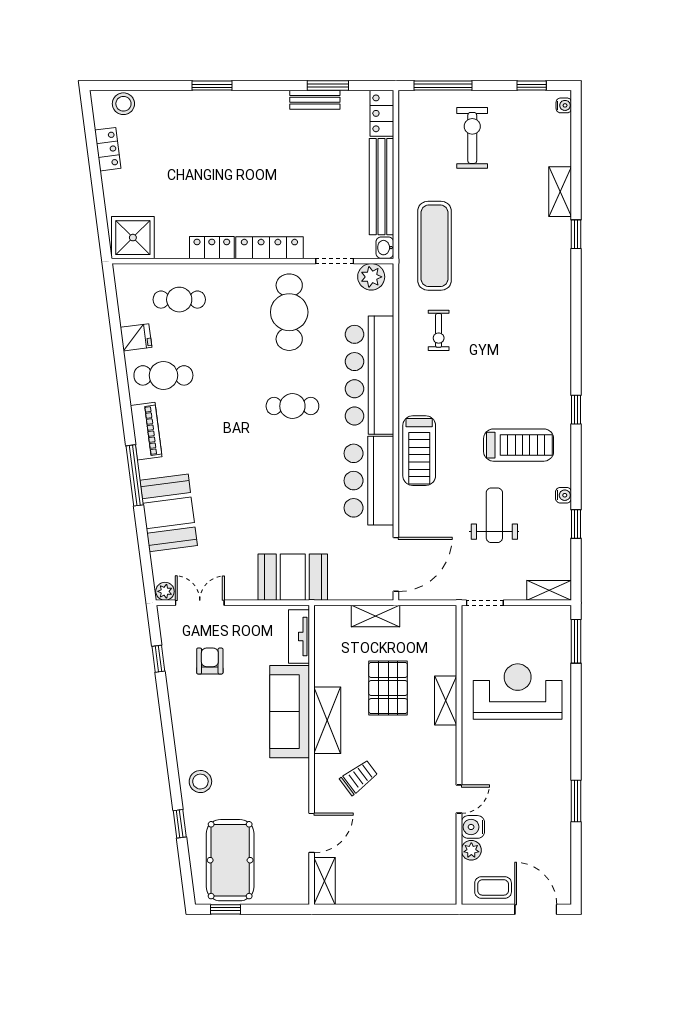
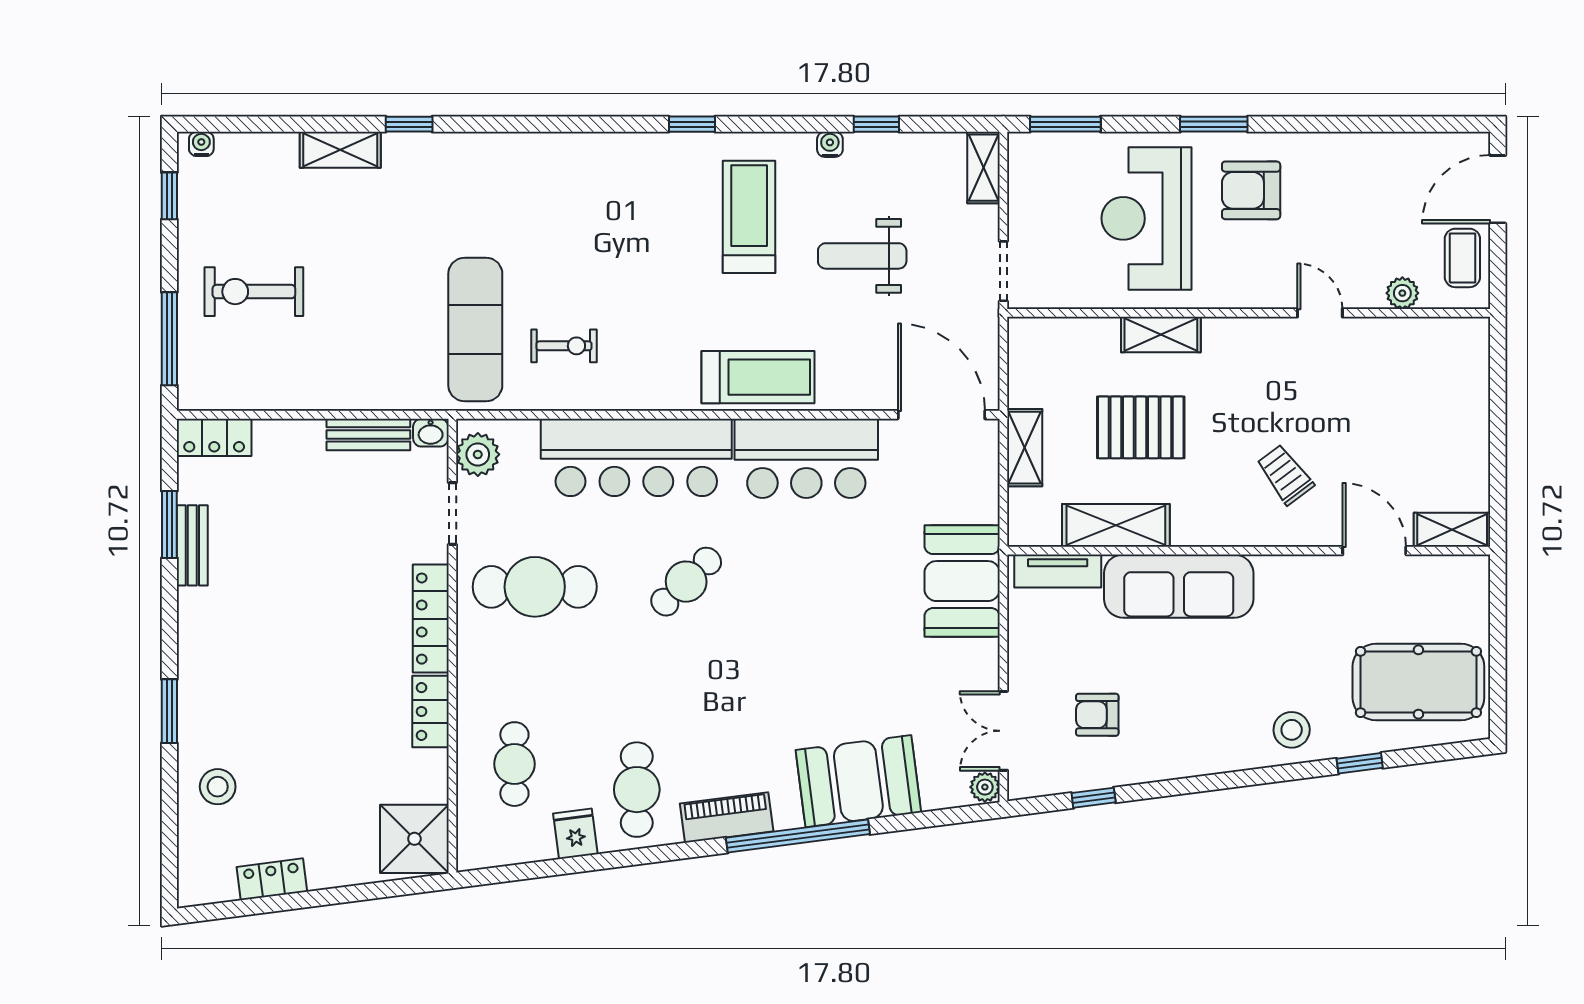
stool: (123, 104) -> (218, 787), moved
bench: (382, 187) -> (368, 434), width x0.54, depth x0.82
exercise mat: (434, 246) -> (475, 330), moved, turned 90
cafe table: (292, 406) -> (686, 582), turned 46
window: (135, 475) -> (798, 836), width x1.46
shelving: (327, 720) -> (1116, 525), moved
armchair: (535, 756) -> (1251, 190), added
window: (576, 801) -> (1214, 124), moved
water cooler: (473, 827) -> (1365, 291), removed
window: (225, 909) -> (1498, 690), removed

